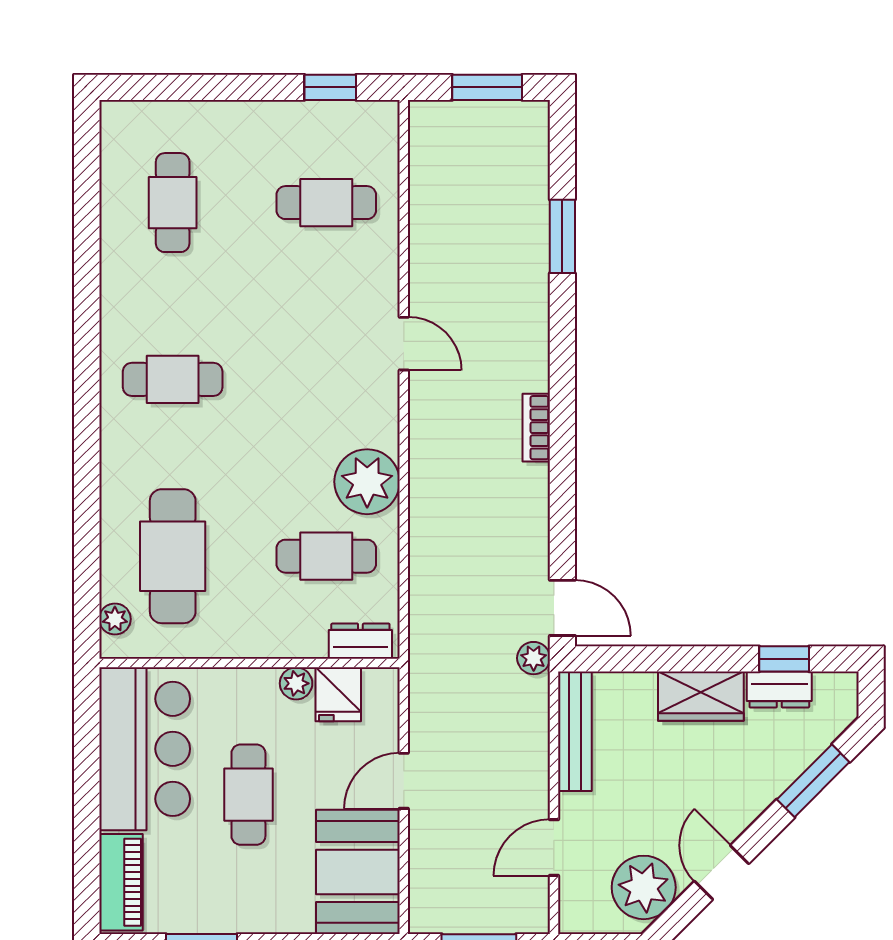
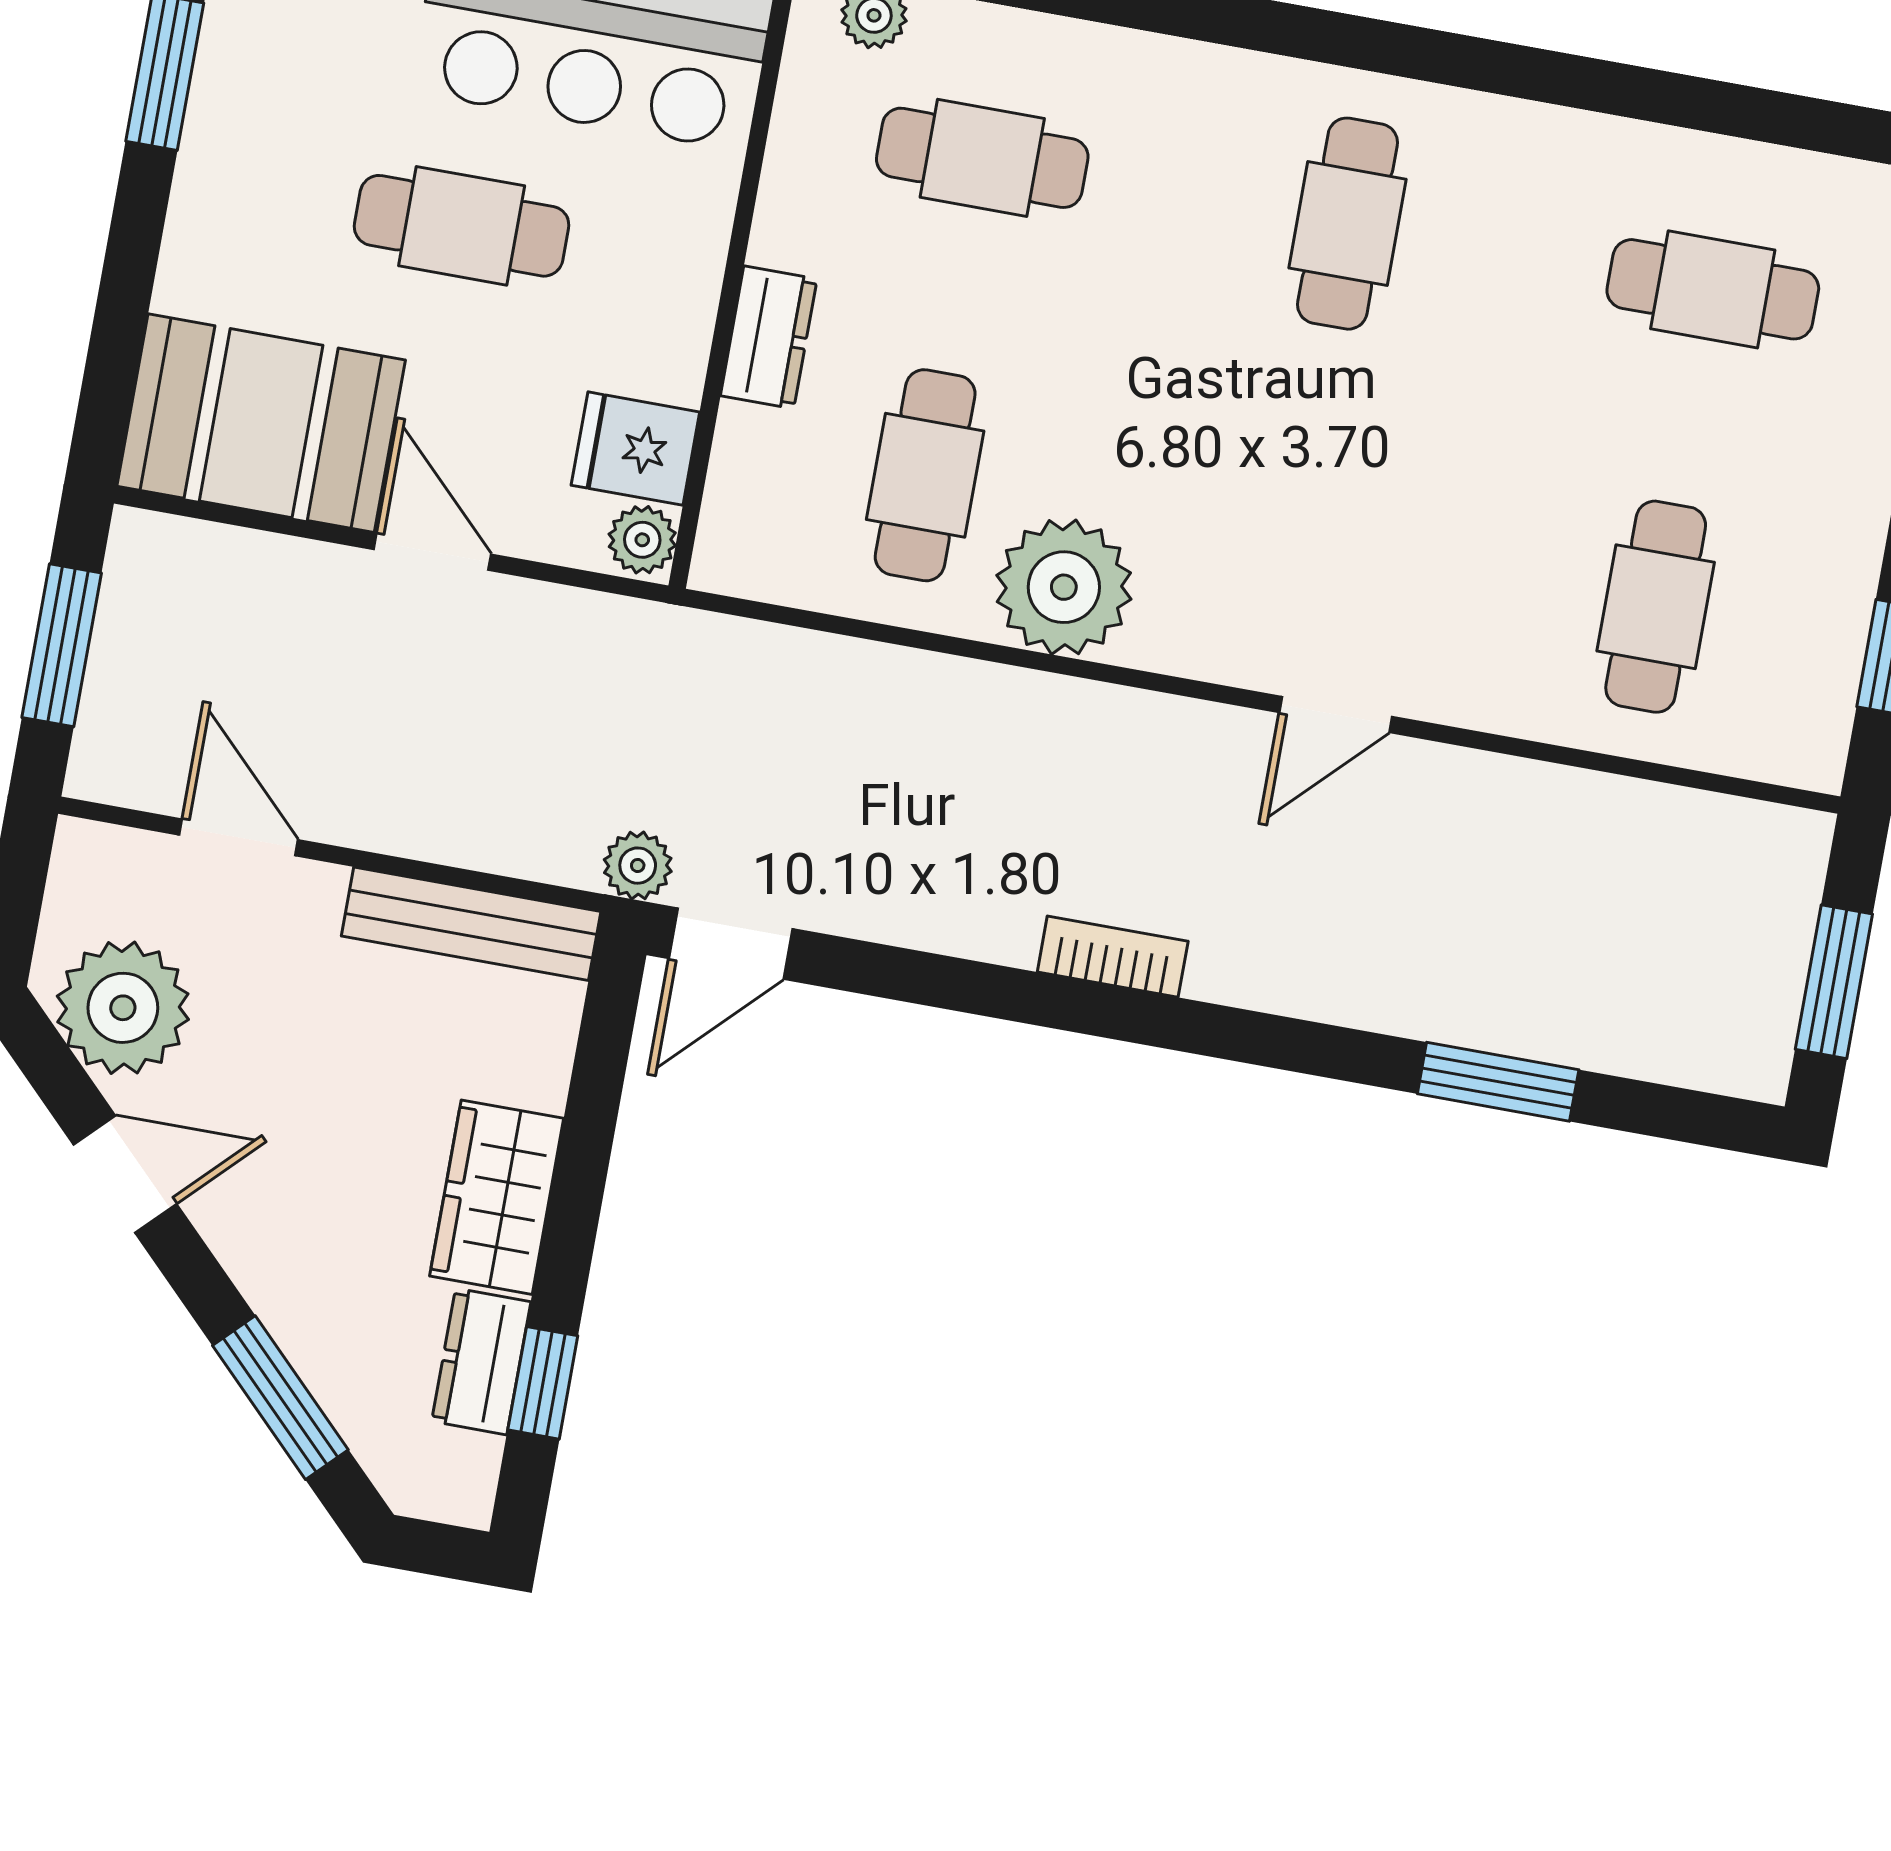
cafe table: (173, 556) -> (982, 158), width x0.73, depth x0.74
dresser: (360, 641) -> (769, 337), moved
plant: (296, 683) -> (642, 540), moved

